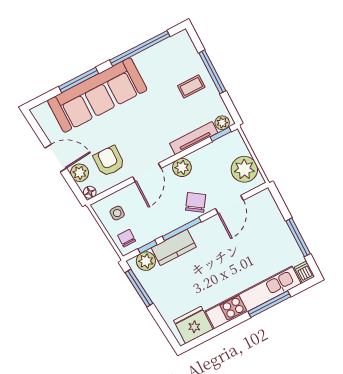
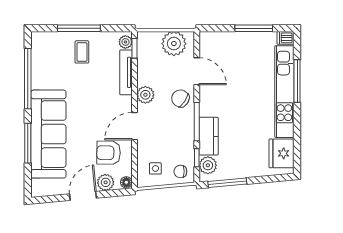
door: (147, 172) -> (134, 126), swing flipped

